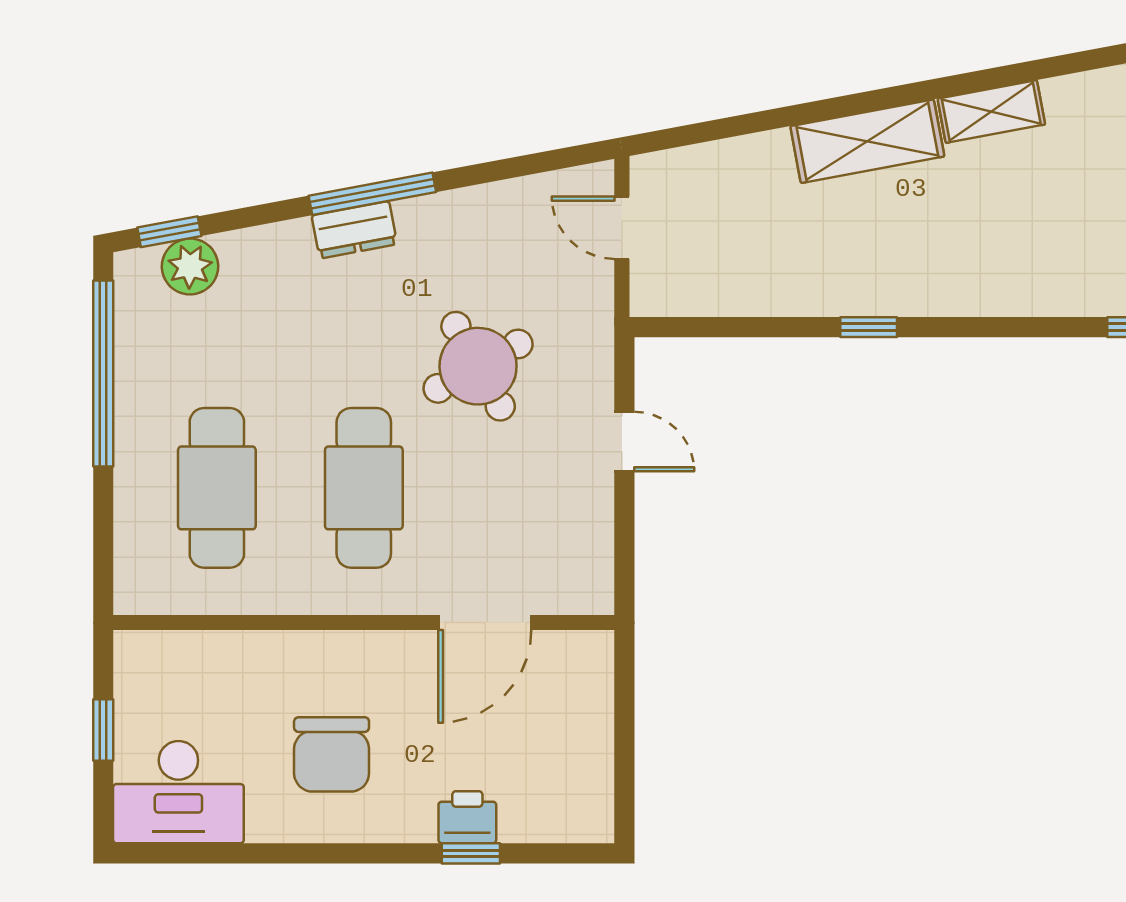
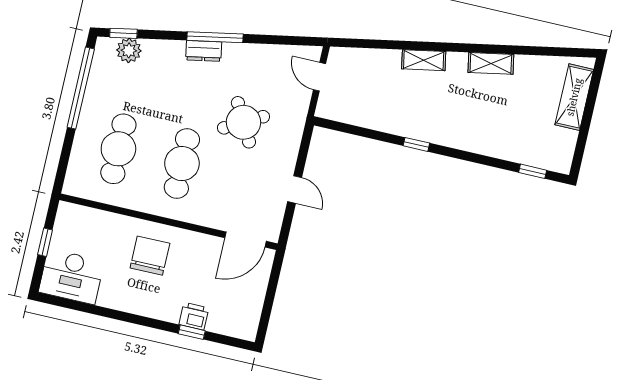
shelving: (867, 141) -> (424, 60), width x0.67, depth x0.75
door: (624, 442) -> (295, 190), moved
door: (485, 623) -> (246, 240), moved
chair: (332, 754) -> (150, 256), moved, turned 180

